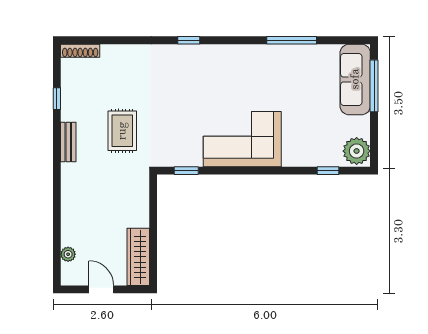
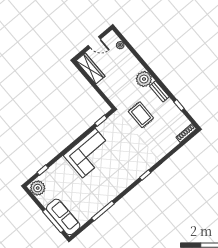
plant: (75, 178) -> (144, 79), added

